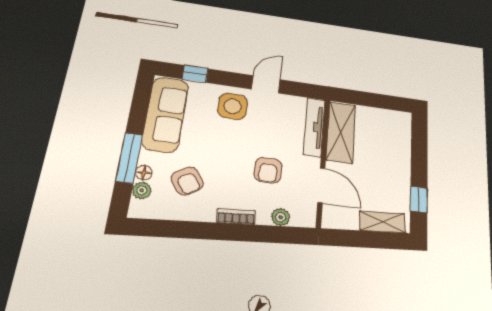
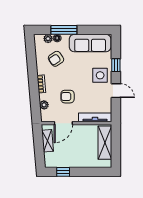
window: (195, 74) -> (116, 65), moved
shelving: (341, 132) -> (105, 143), moved, turned 90
shelving: (382, 222) -> (48, 141), moved

